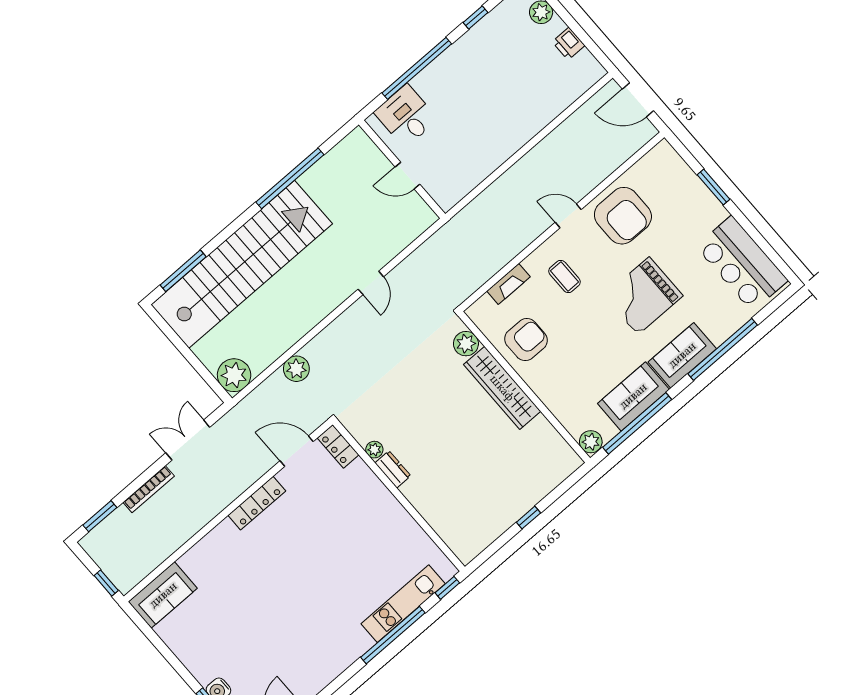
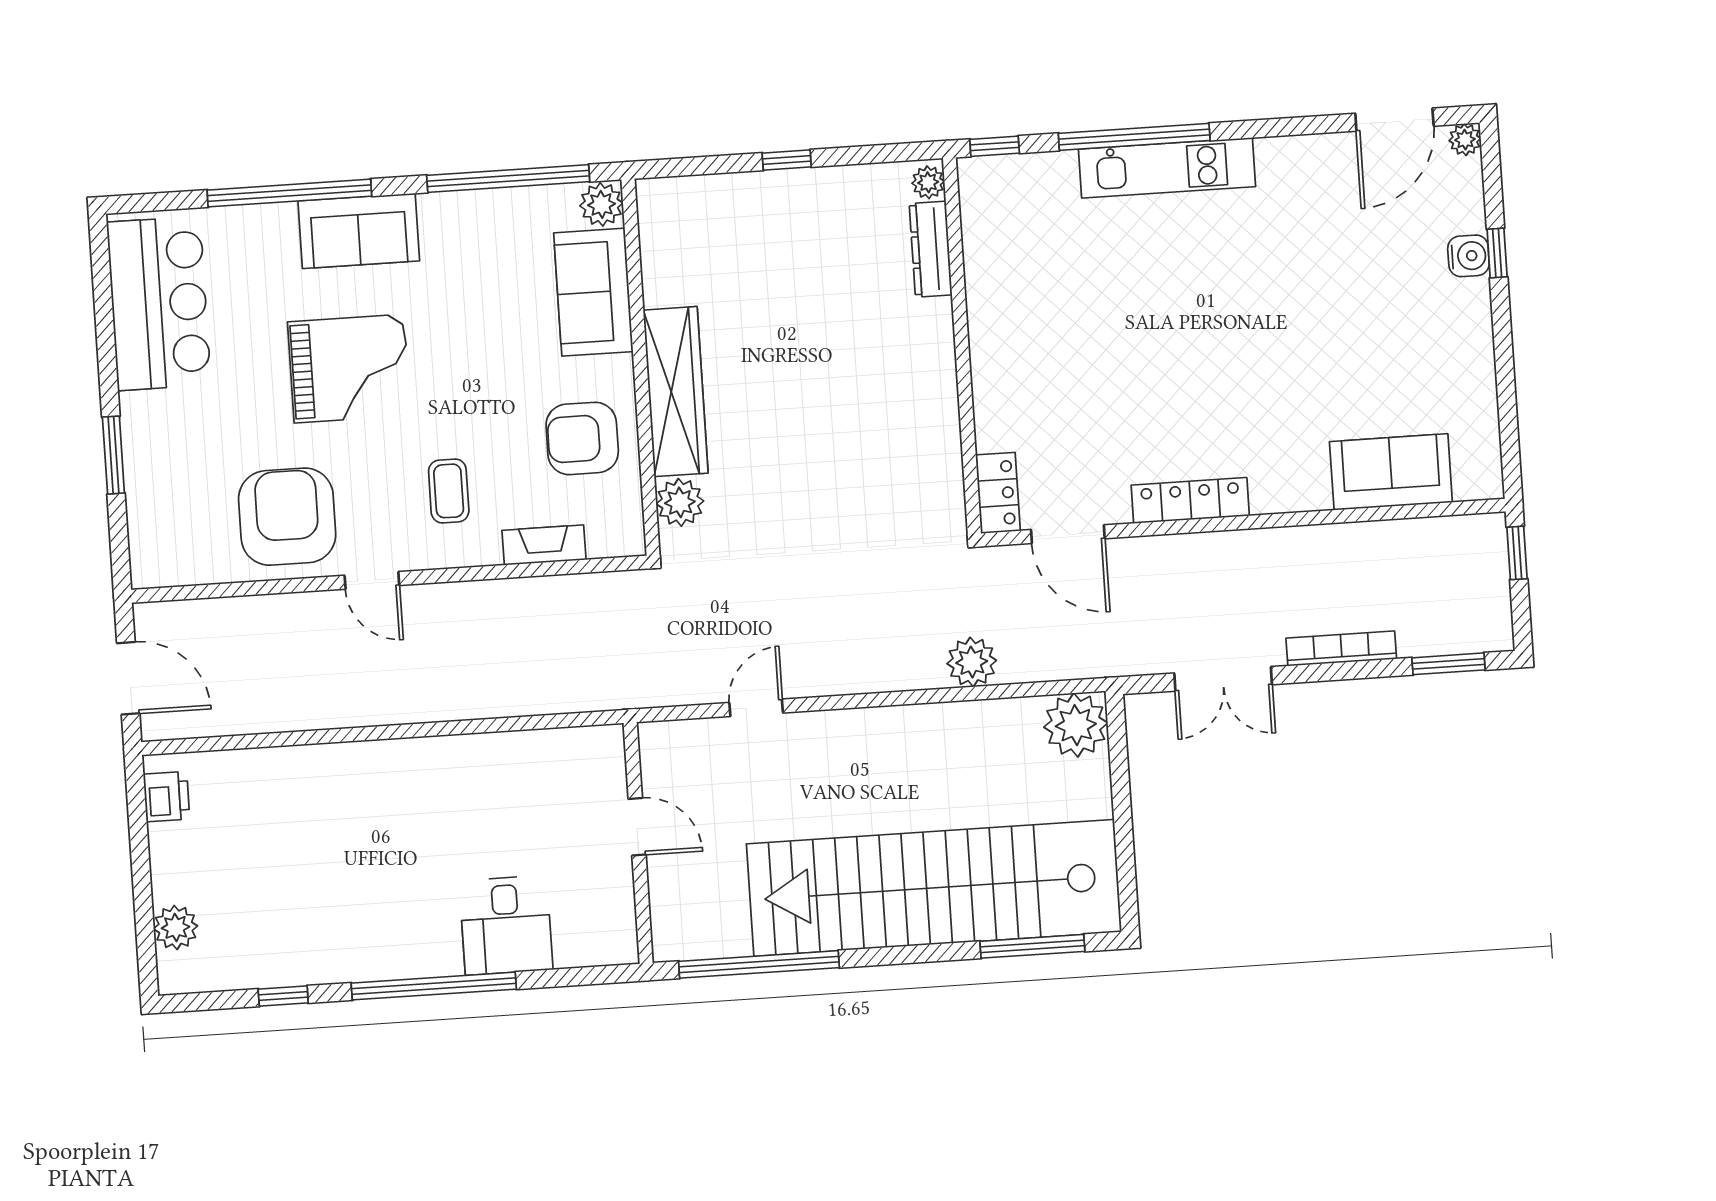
printer: (569, 44) -> (166, 797), moved
wall: (402, 169) -> (638, 843), moved
door: (407, 176) -> (637, 827), moved
sofa: (633, 396) -> (593, 292), moved, turned 90
plant: (374, 450) -> (928, 182), moved
dresser: (393, 469) -> (931, 249), moved, width x1.44
sofa: (163, 595) -> (1391, 472), moved
kitchen unit: (403, 604) -> (1167, 168), moved

